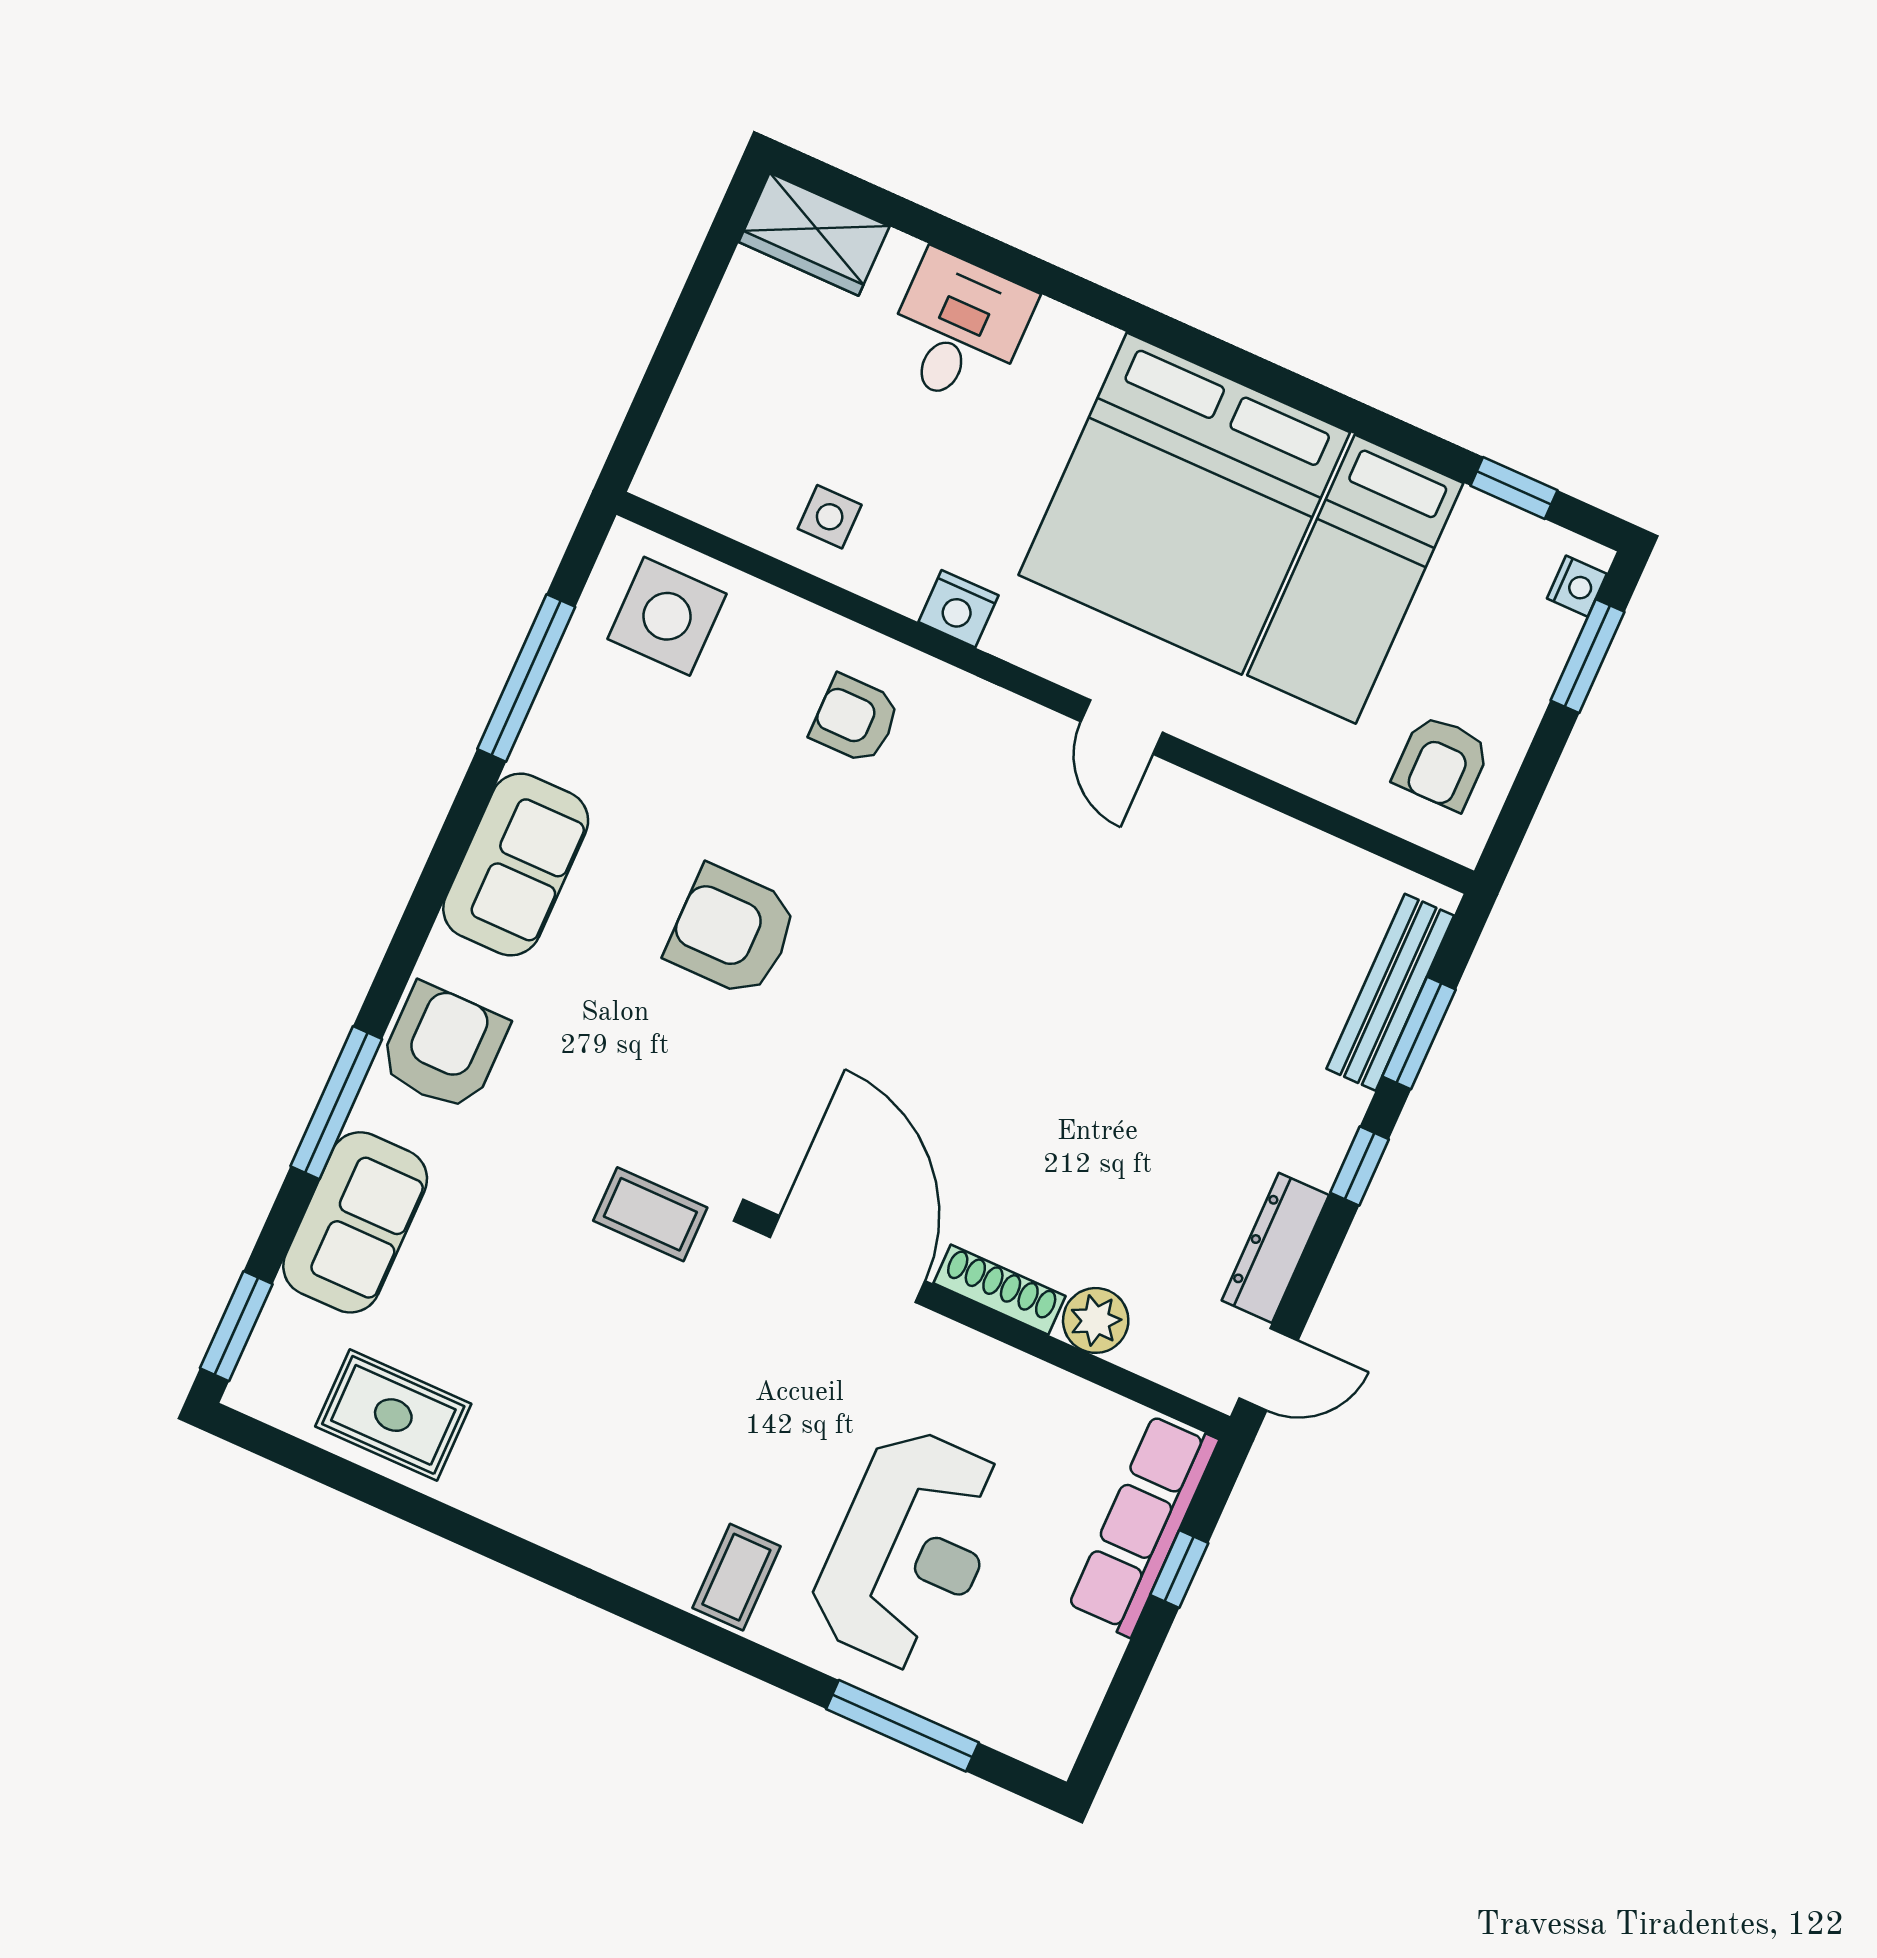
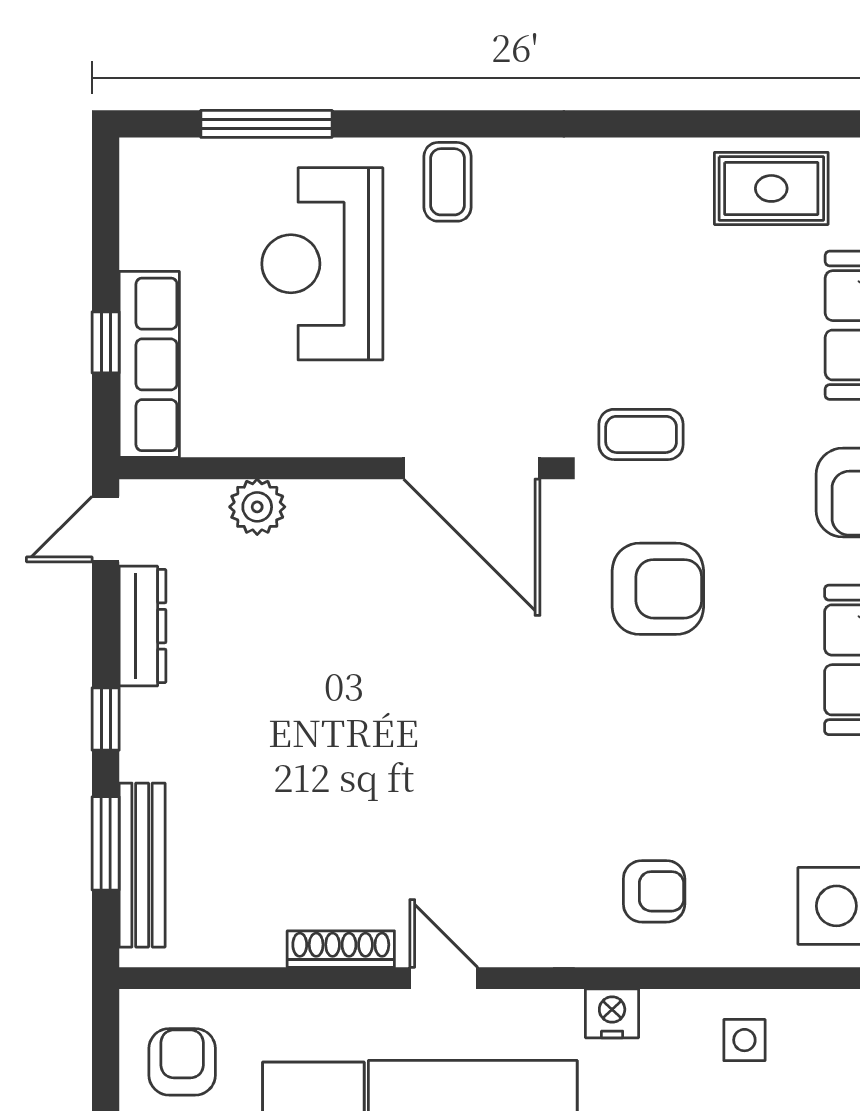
armchair: (732, 931) -> (658, 589), moved
shoe rack: (999, 1290) -> (341, 949), moved, turned 180

